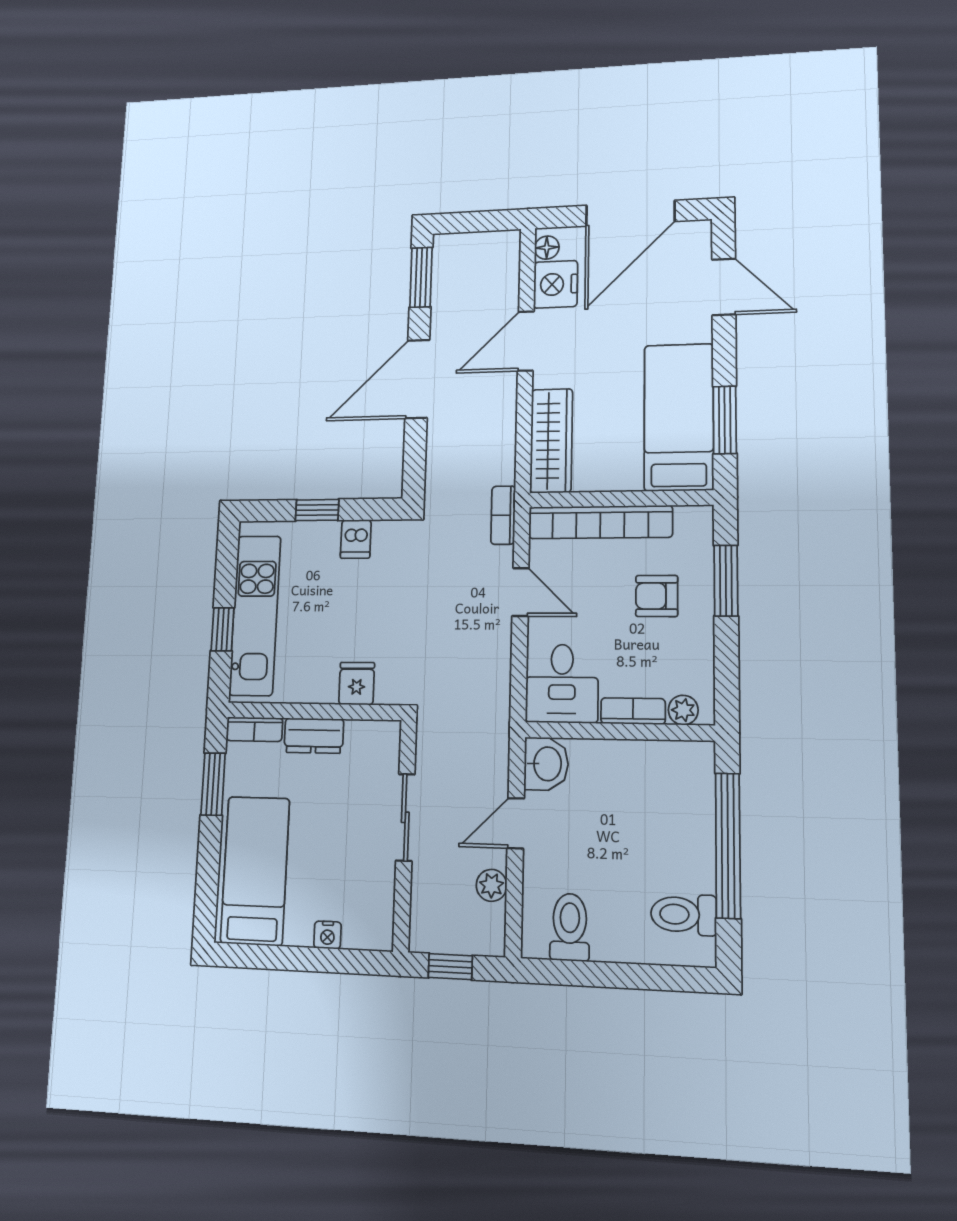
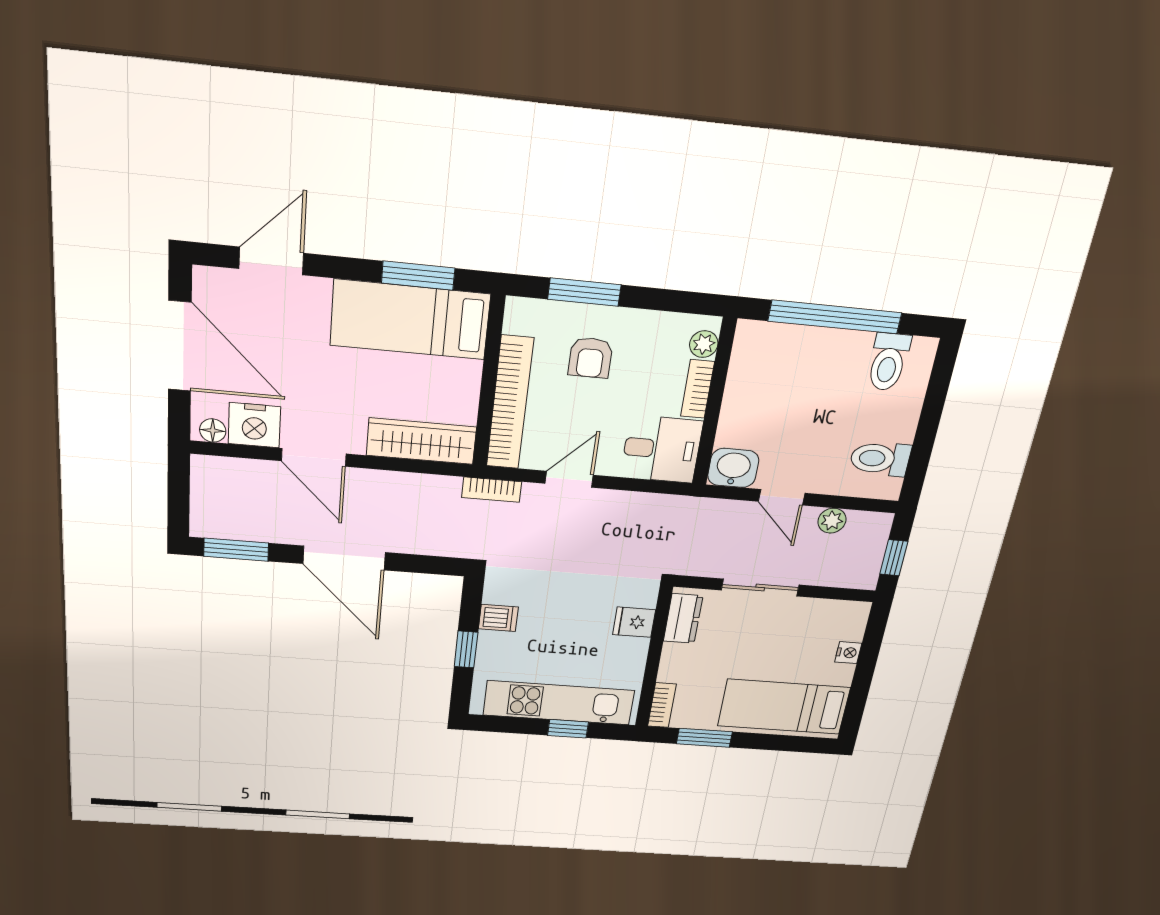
dresser: (314, 736) -> (683, 618), moved

